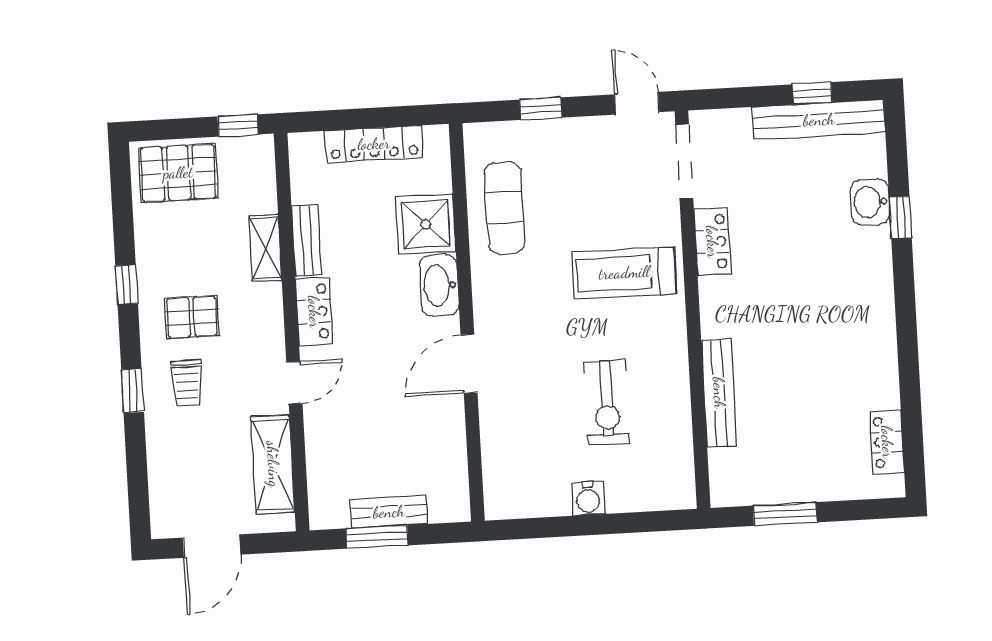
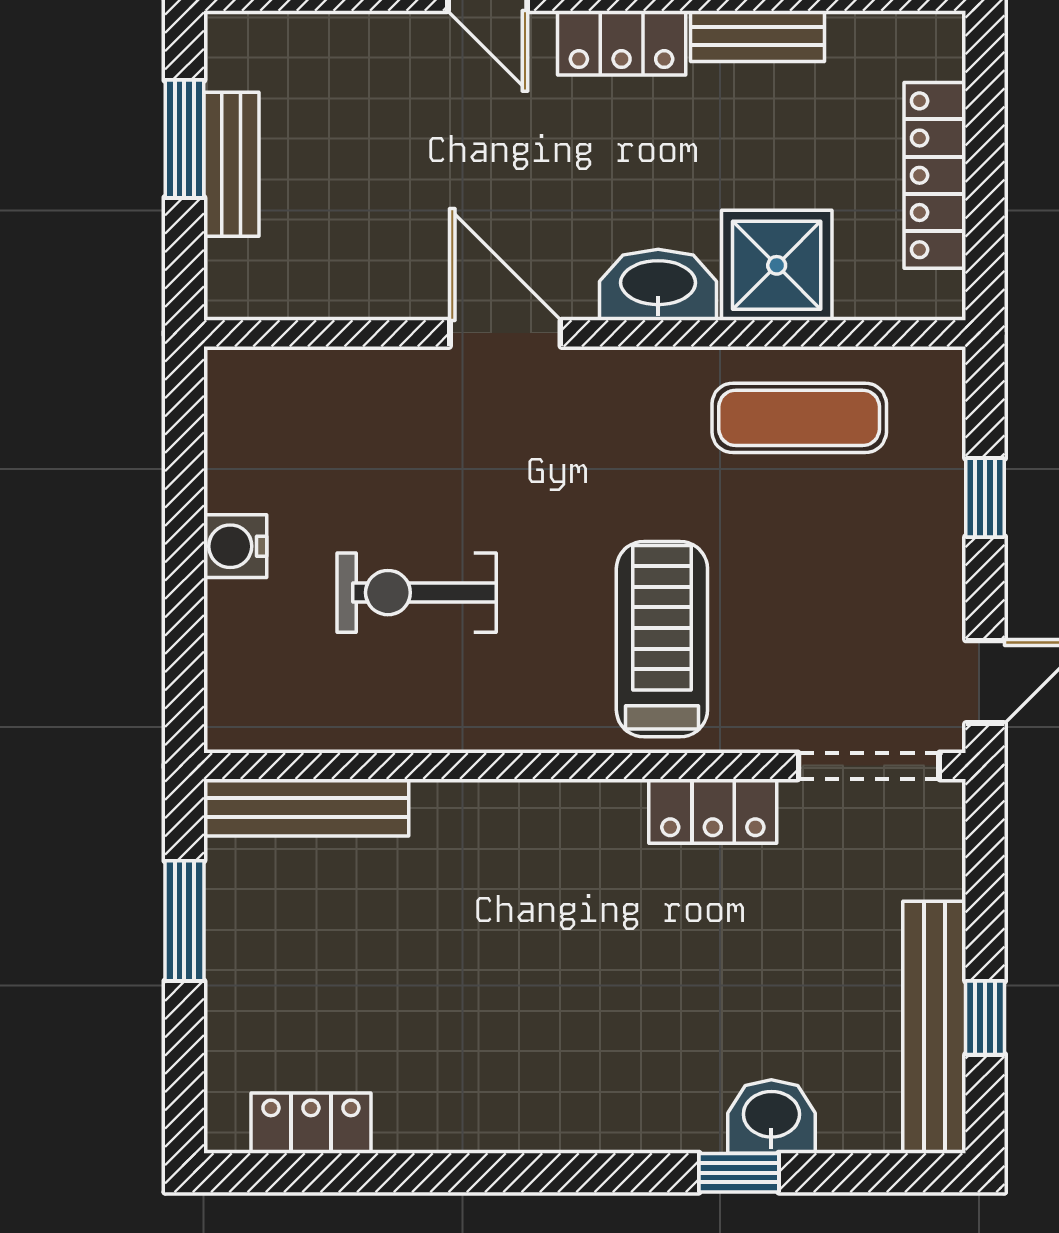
bench: (719, 393) -> (306, 808), moved

